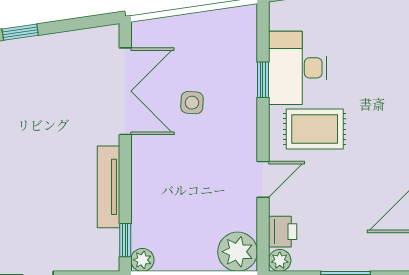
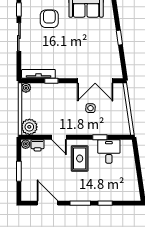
desk: (298, 68) -> (109, 151), width x0.73
tv unit: (108, 187) -> (38, 74), moved
window: (125, 240) -> (51, 81), moved

